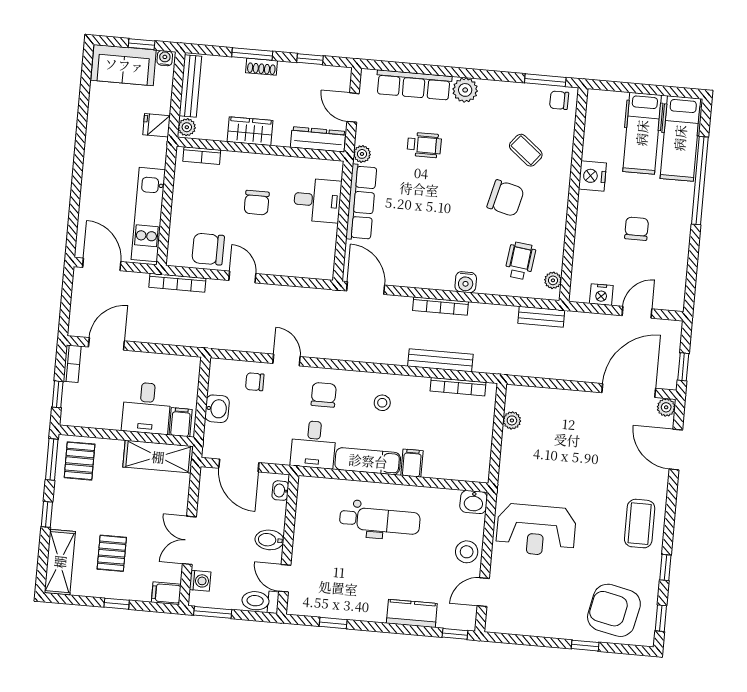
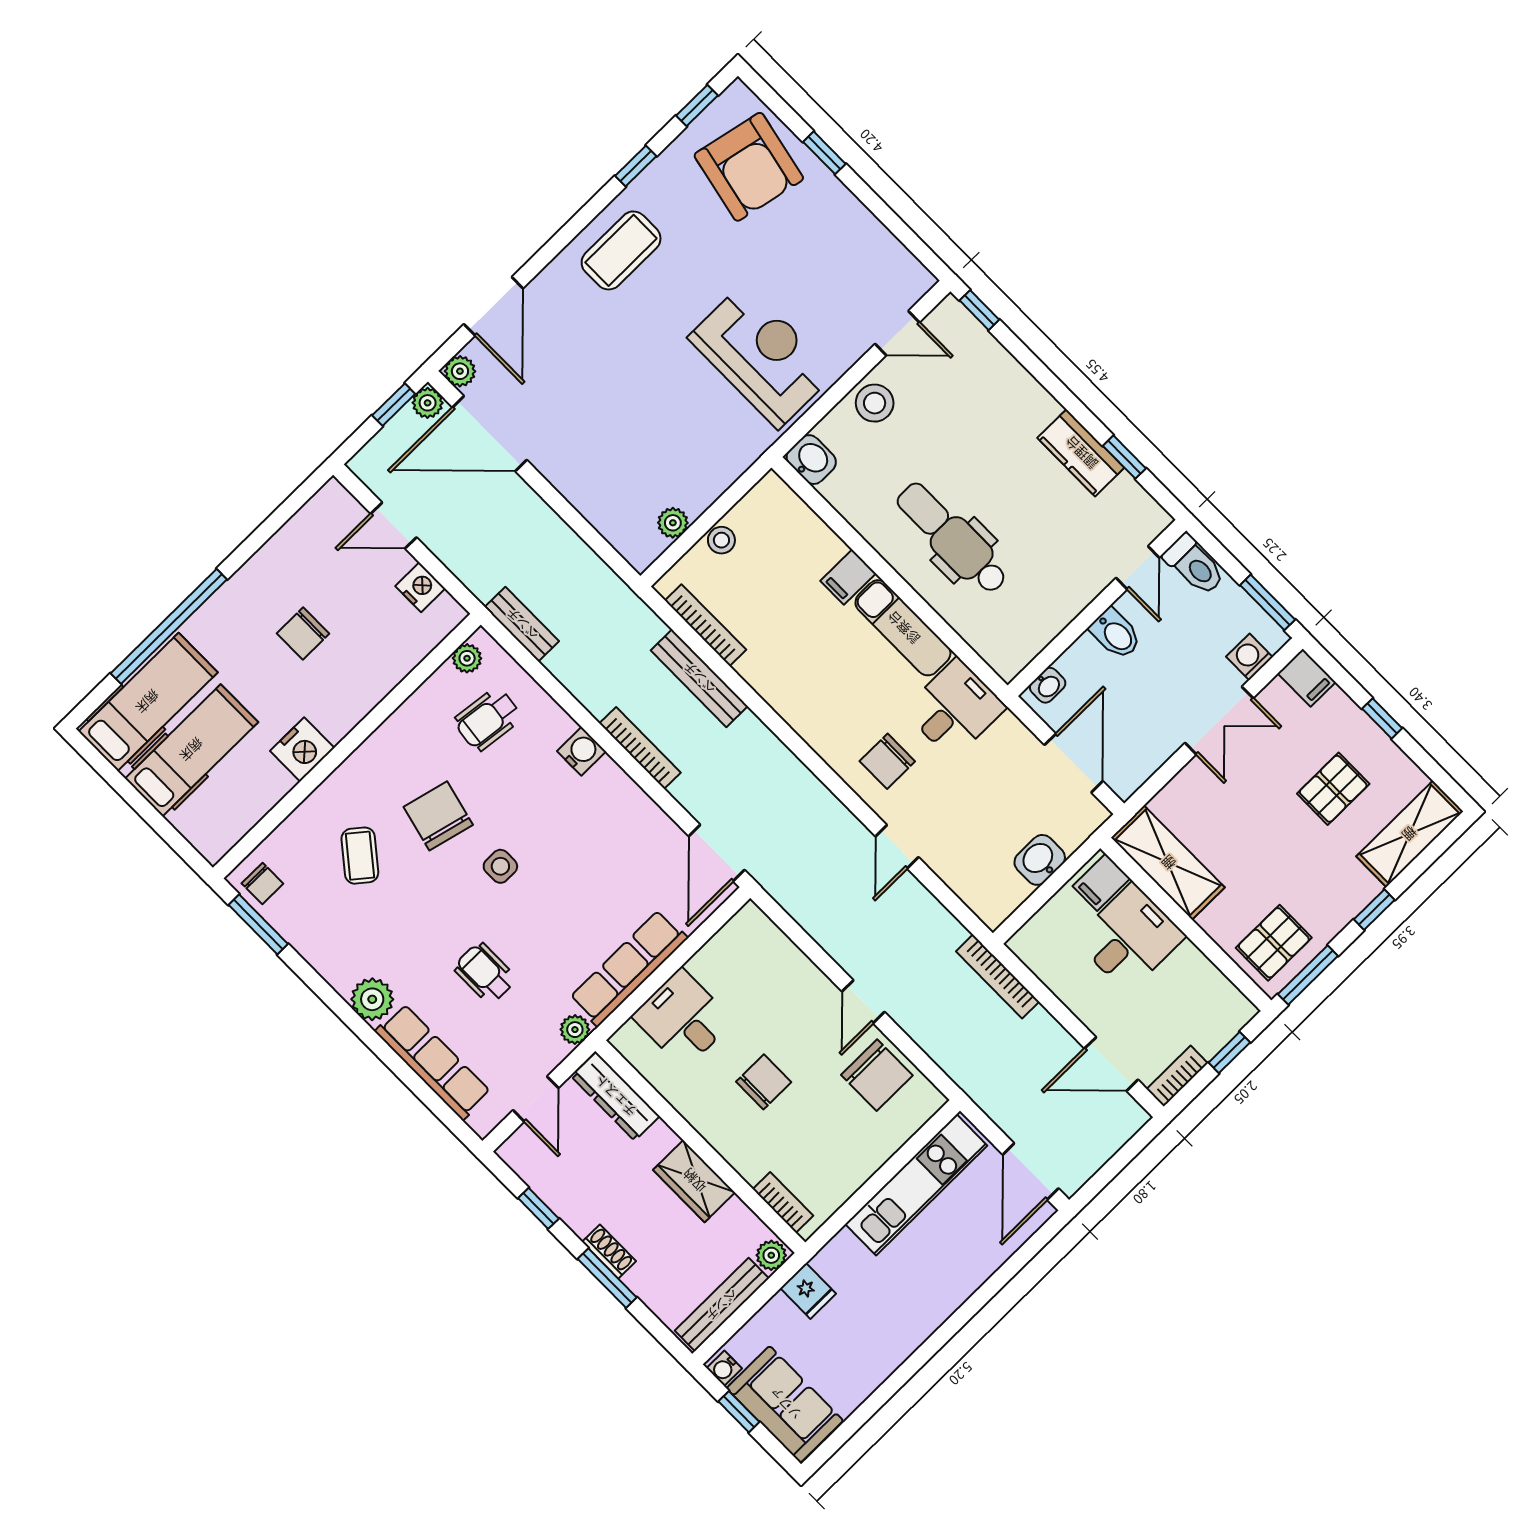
side table: (458, 199) -> (500, 866), added
bookcase: (177, 283) -> (998, 976), moved, turned 180
plant: (669, 381) -> (428, 403), added
chair: (255, 382) -> (962, 853), removed
stool: (382, 403) -> (721, 540), moved
kitchen counter: (412, 613) -> (1081, 453), moved

